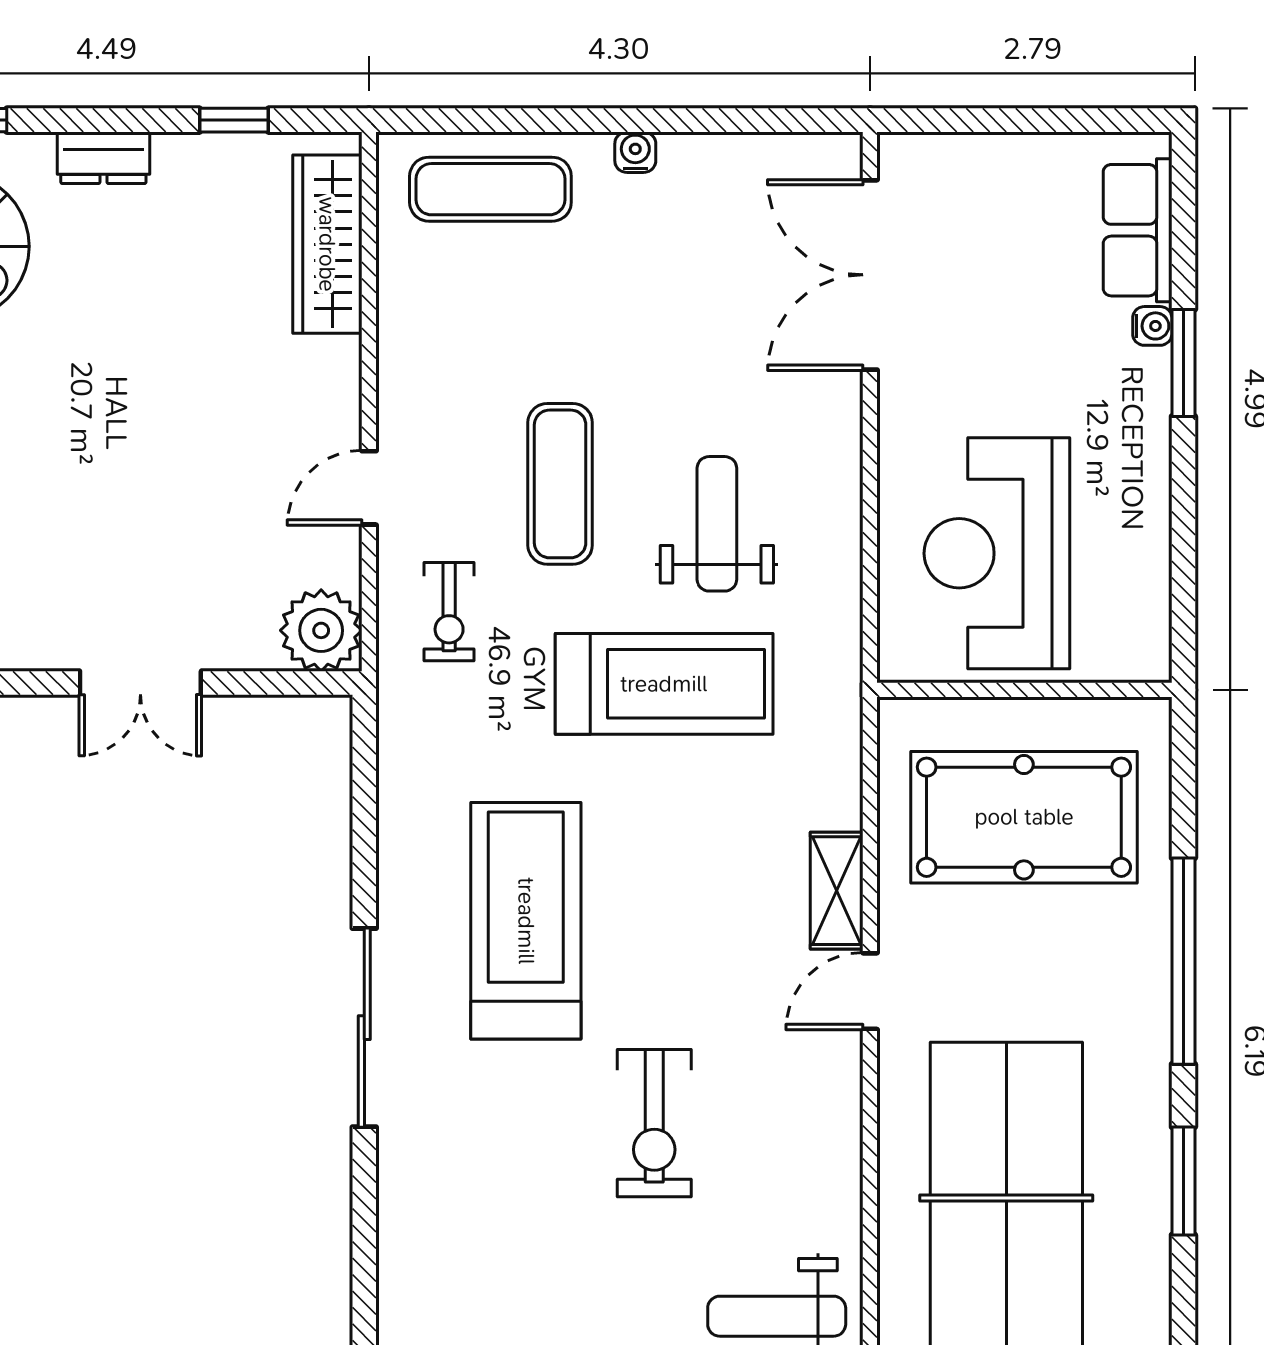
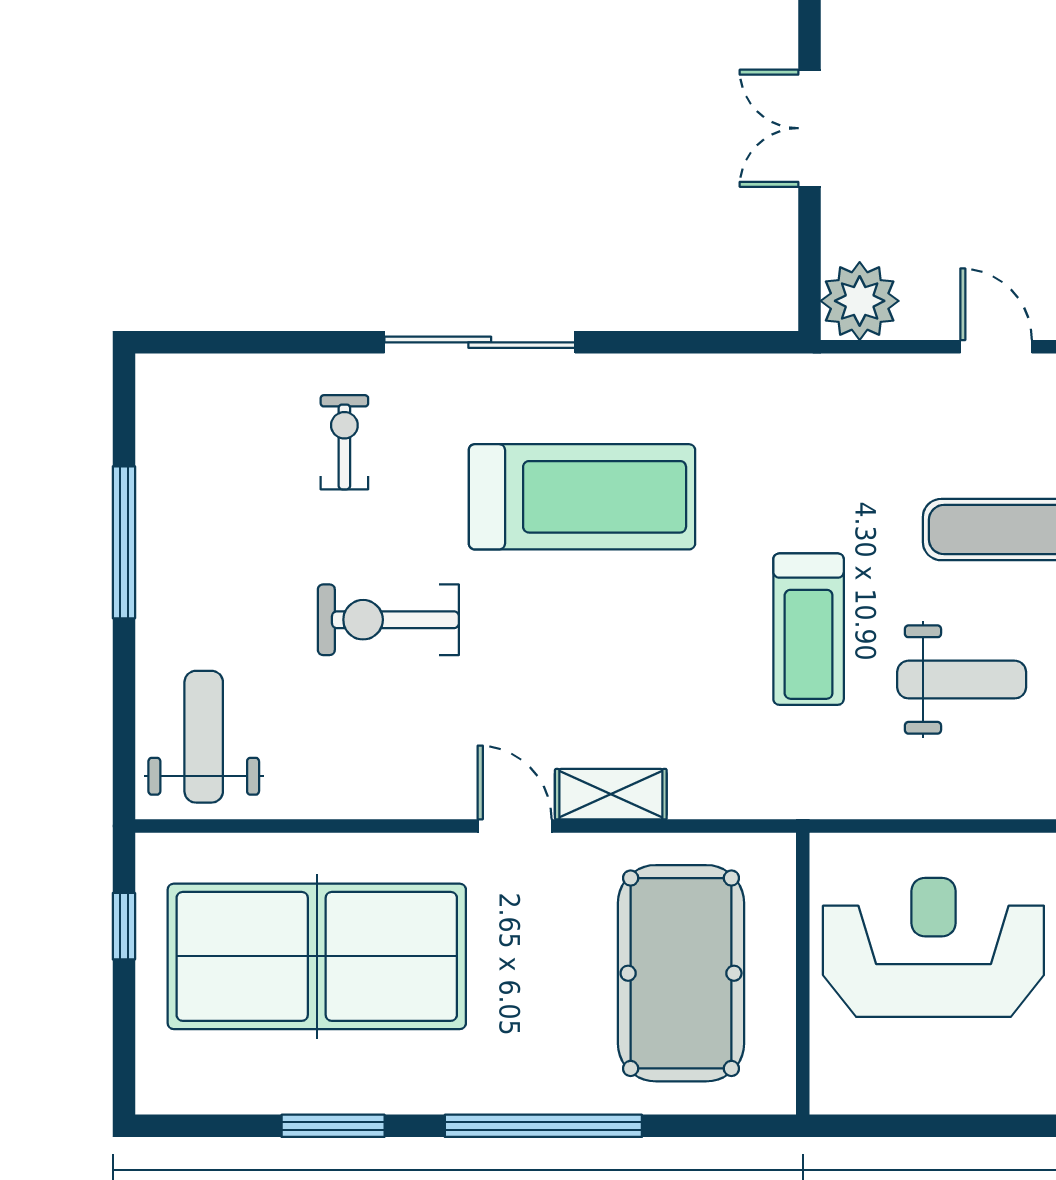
exercise bike: (449, 612) -> (344, 442), moved, turned 90
treadmill: (664, 684) -> (809, 629), width x0.73, depth x0.73

